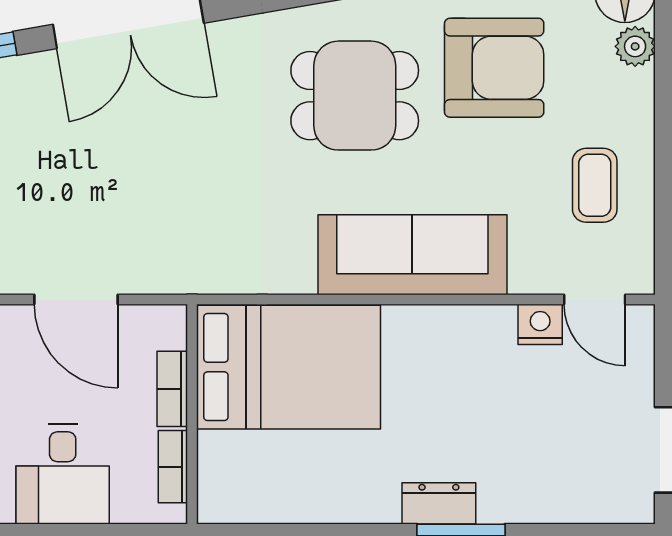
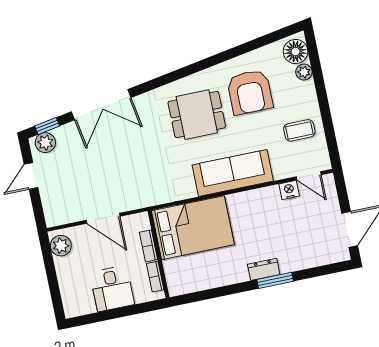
armchair: (494, 68) -> (250, 92), turned 90
coffee table: (595, 185) -> (299, 130), turned 90

